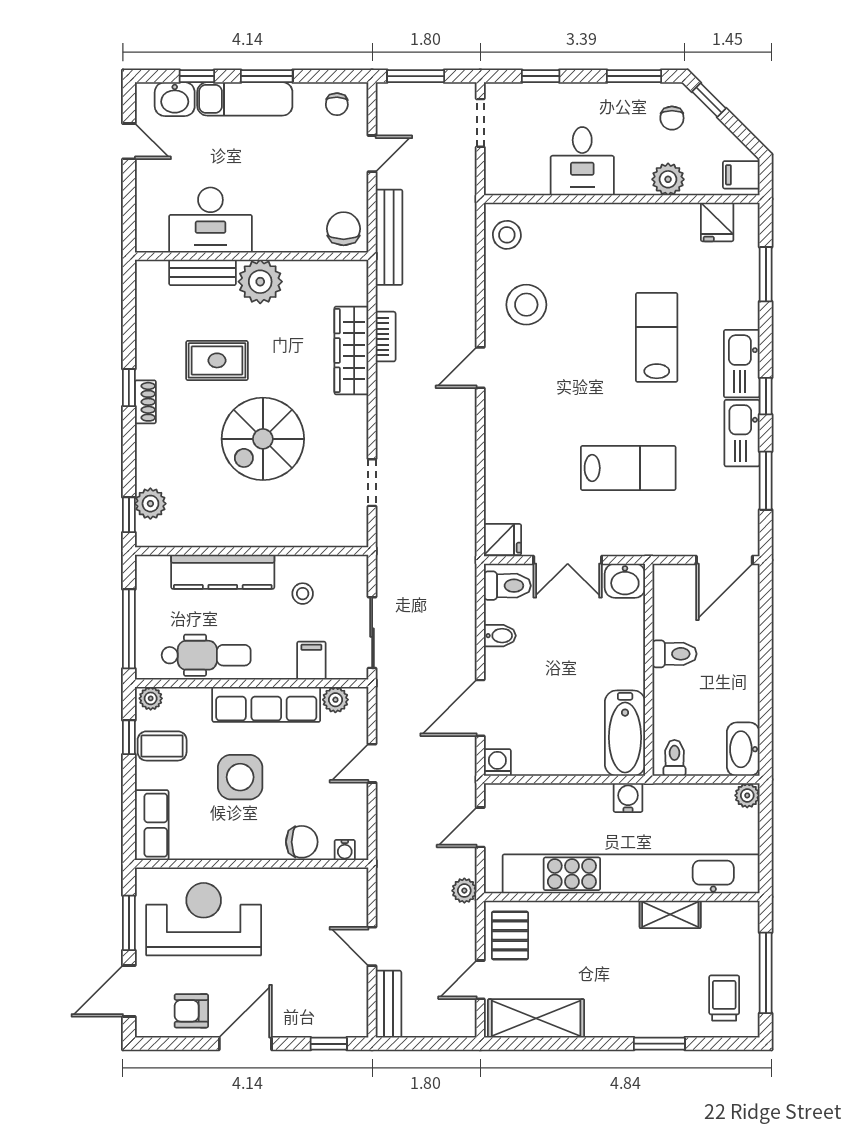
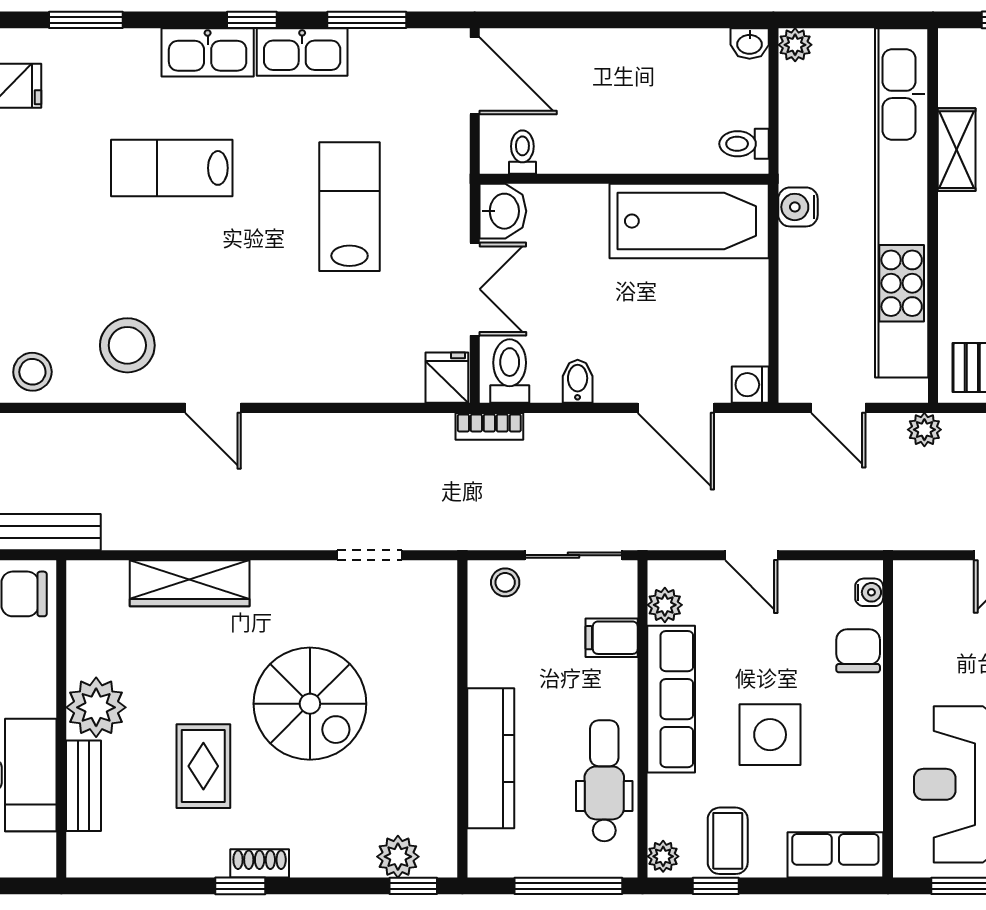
bookcase: (386, 337) -> (489, 426), moved, turned 180
stool: (303, 594) -> (505, 582), moved
toilet: (675, 654) -> (522, 152), moved, width x0.73, depth x0.72
bathtub: (625, 733) -> (689, 221), width x1.36, depth x1.36
washbasin: (743, 749) -> (750, 43), width x0.52, depth x0.69

